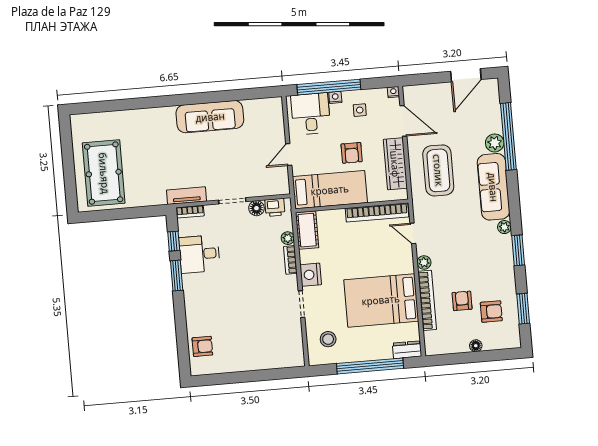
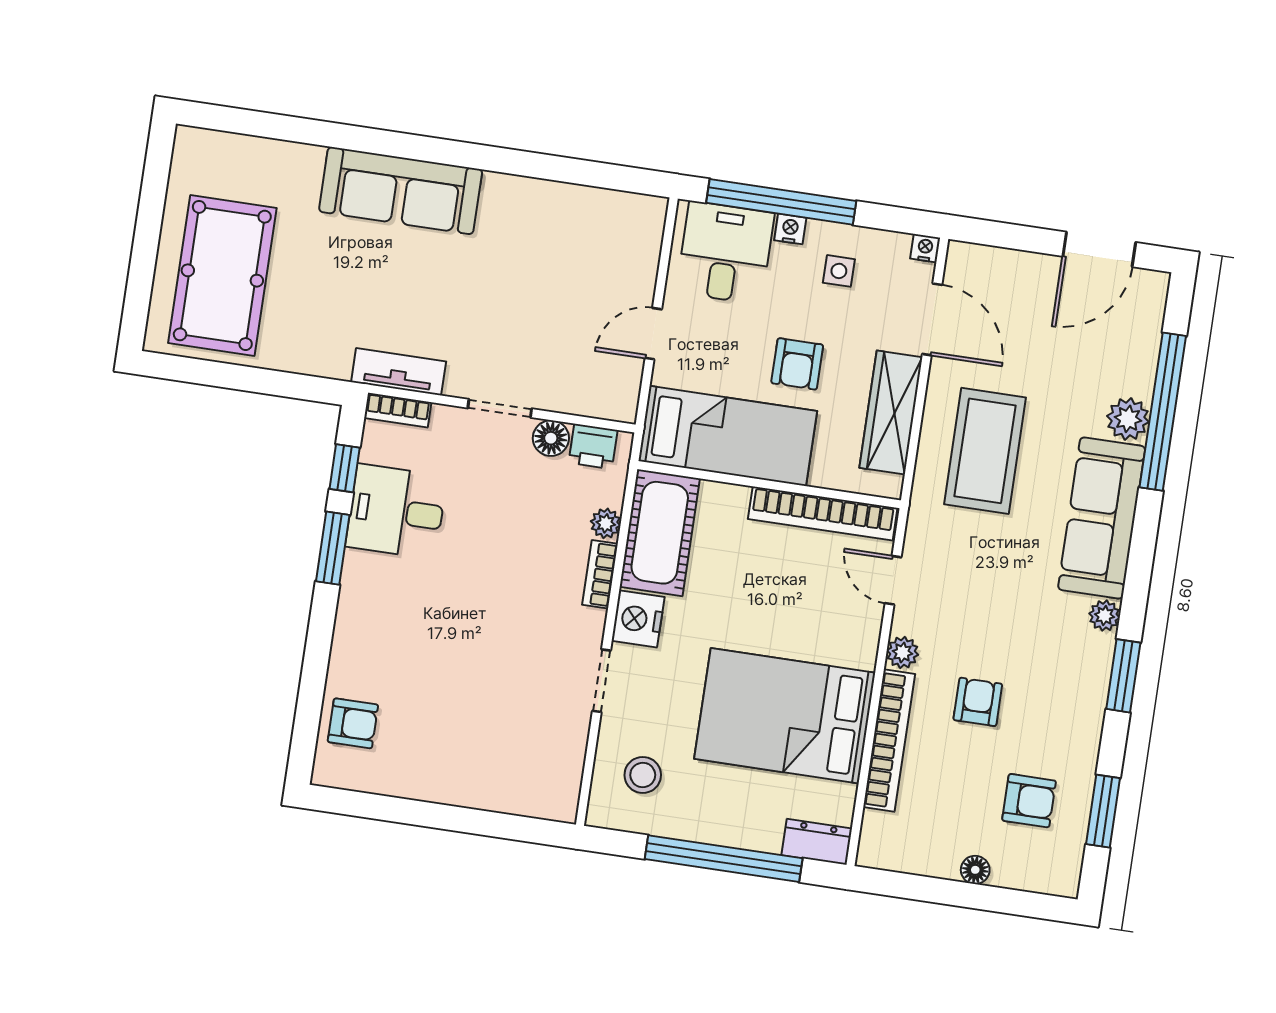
sofa: (210, 117) -> (401, 191), moved
cot: (307, 230) -> (660, 533), width x1.37, depth x1.34
armchair: (462, 301) -> (978, 702), moved

